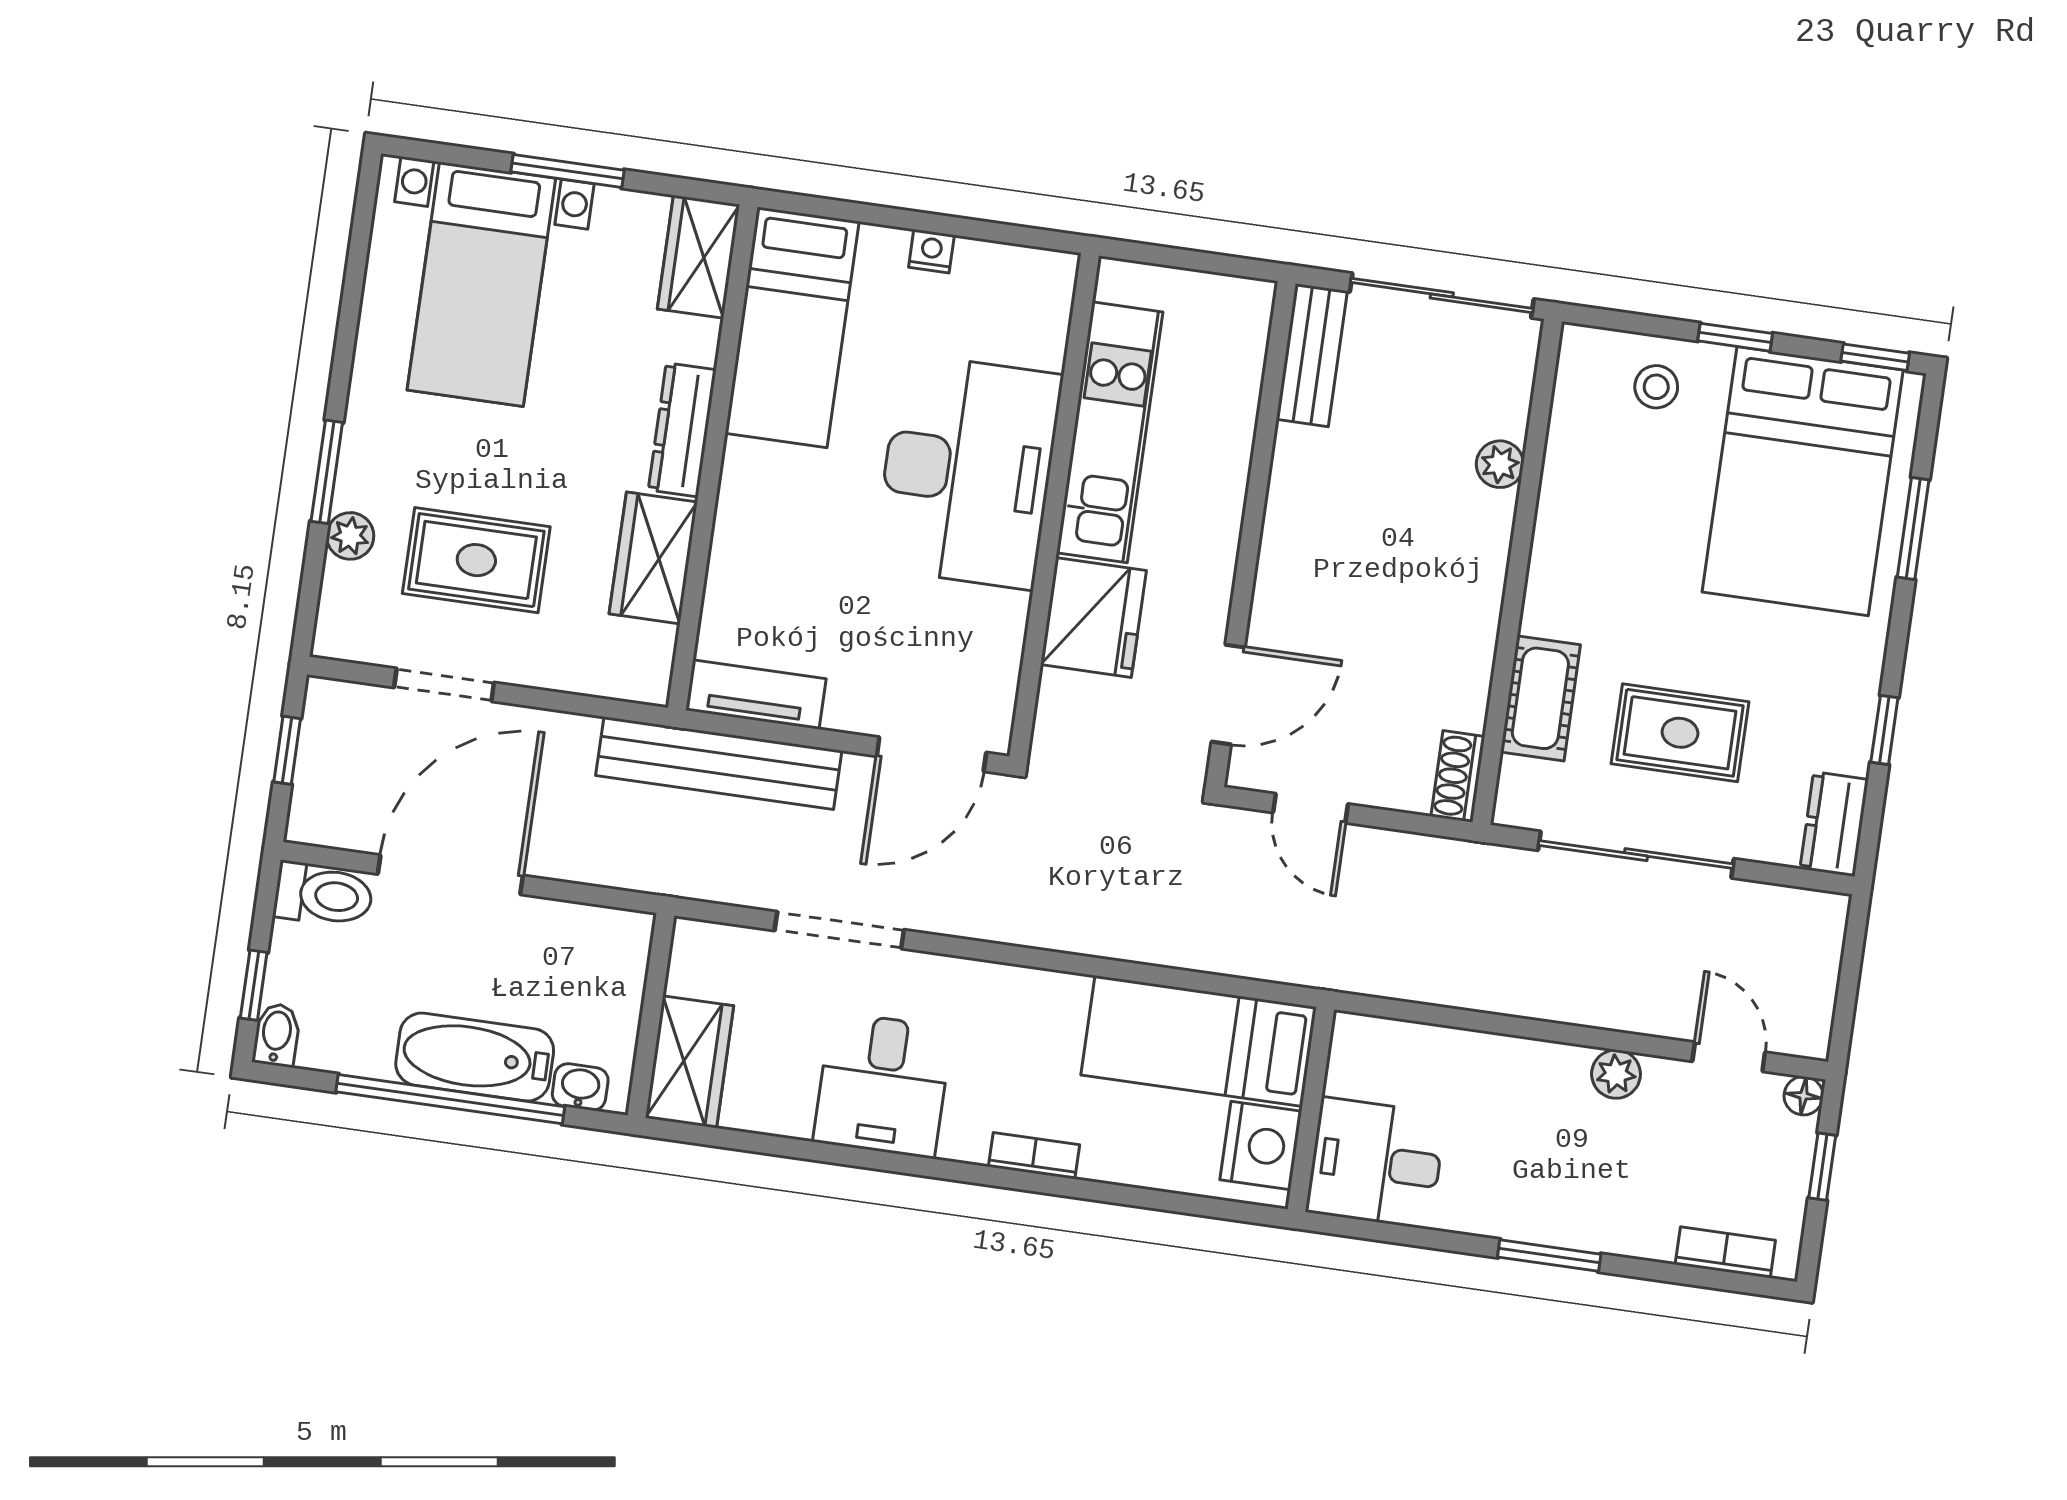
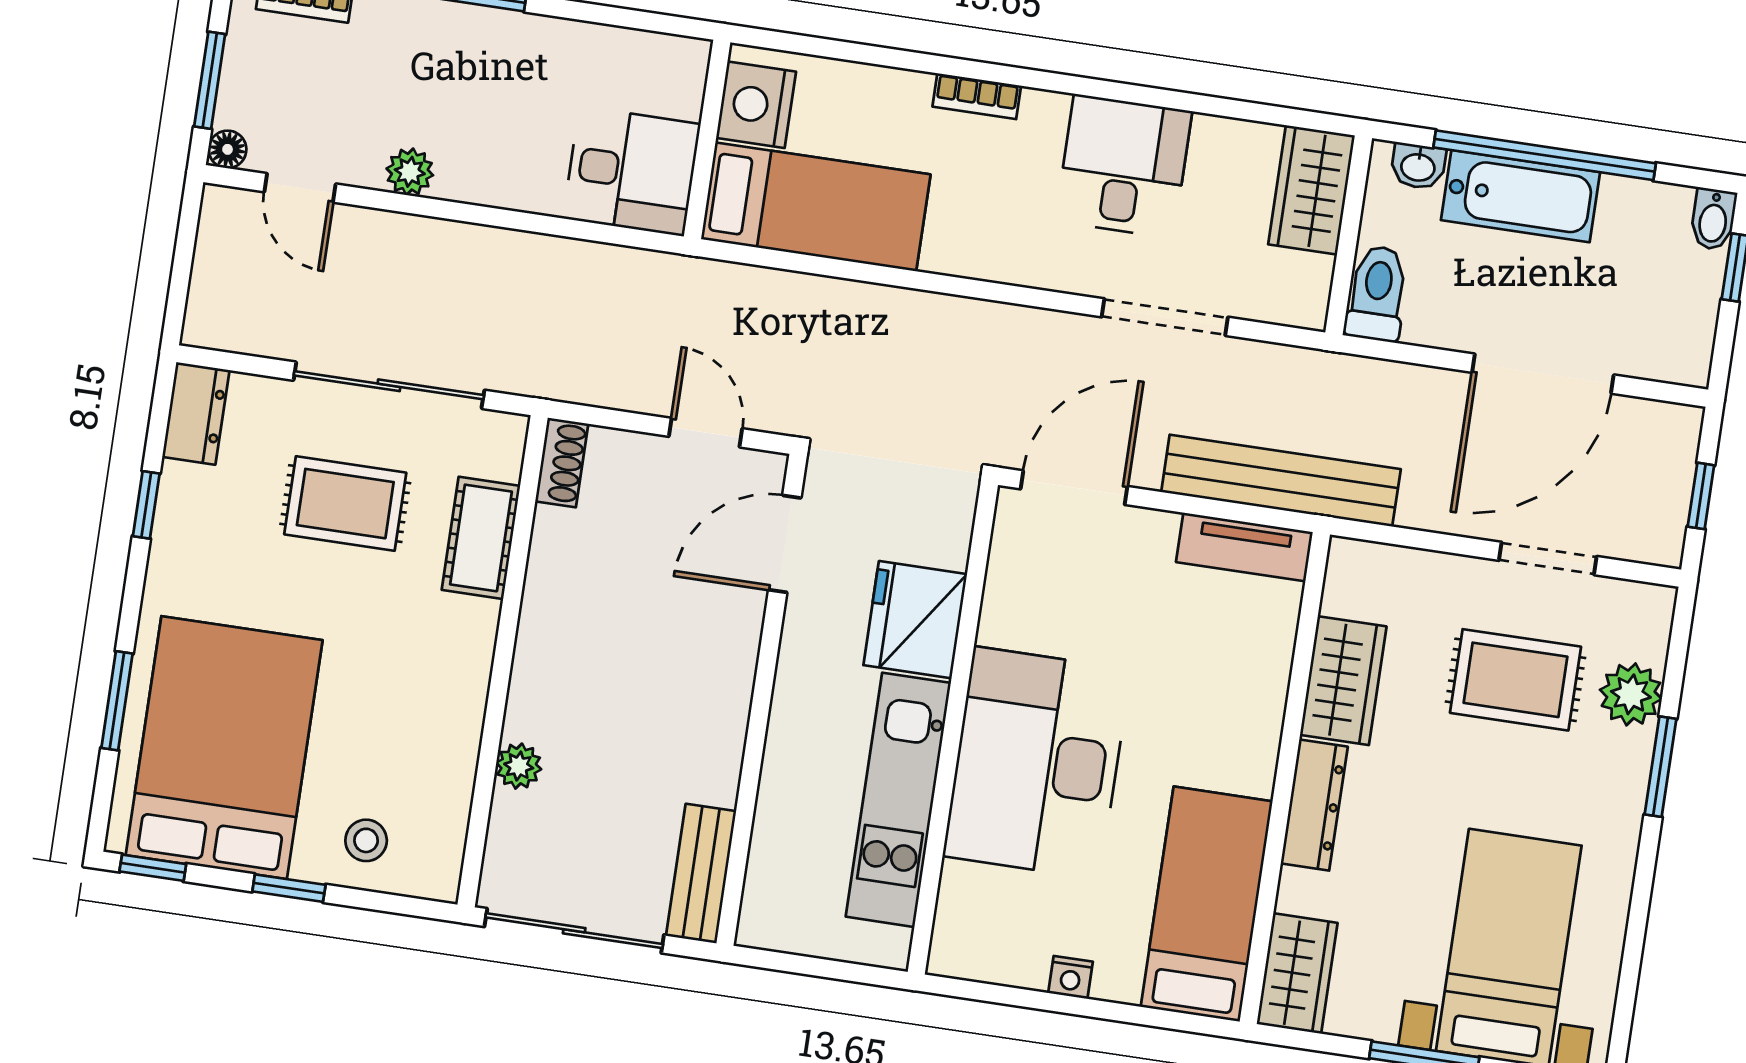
plant: (350, 536) -> (1631, 694), width x1.38, depth x1.38
toilet: (323, 895) -> (1377, 293), moved, turned 90
desk: (1376, 1163) -> (632, 171), moved
window: (1822, 1167) -> (210, 80), width x1.50

